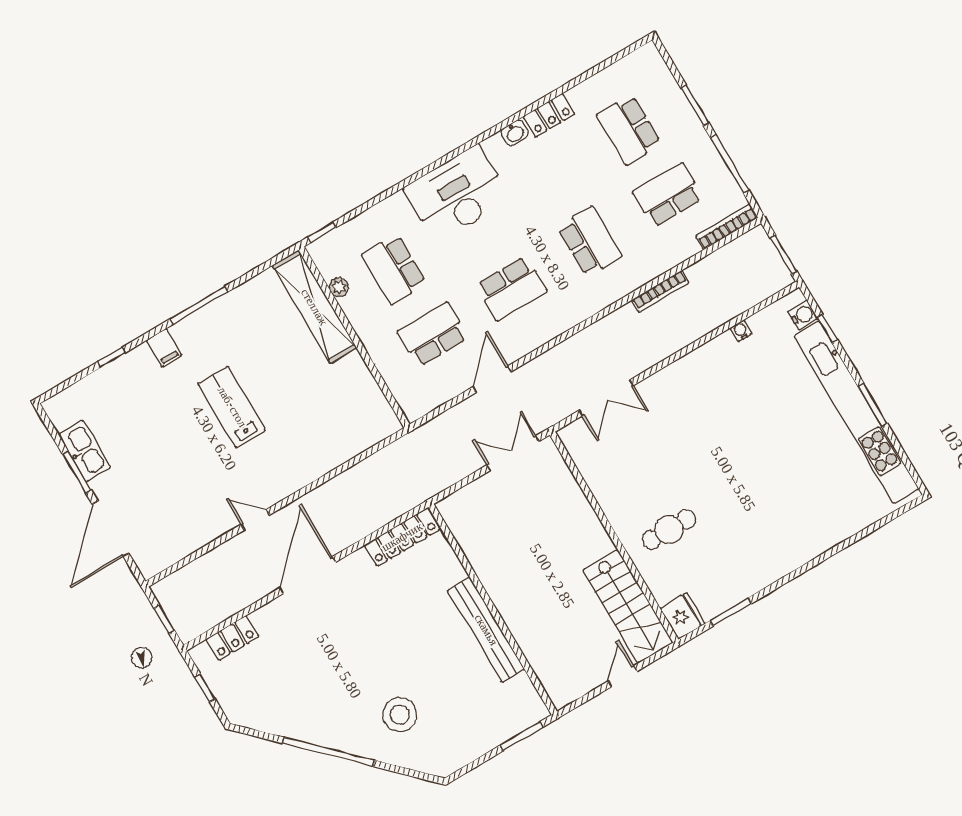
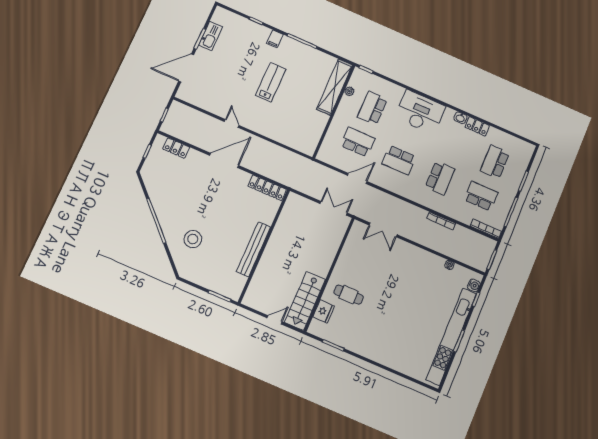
fridge: (683, 616) -> (324, 311), moved

